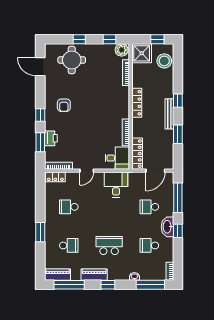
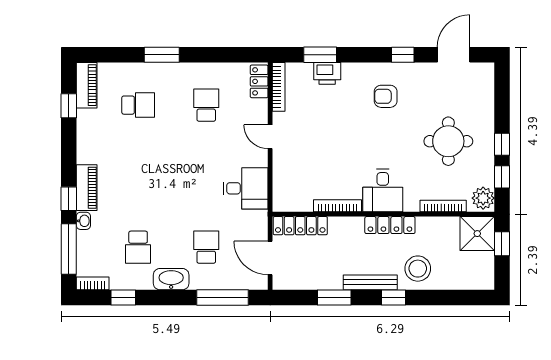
window: (79, 39) -> (502, 144), moved
window: (157, 39) -> (502, 244), moved
round table: (72, 60) -> (448, 141), moved
stool: (164, 61) -> (418, 269), moved
window: (40, 115) -> (403, 55), moved
desk: (117, 158) -> (383, 190), moved
window: (178, 231) -> (123, 298), moved
school desk: (69, 245) -> (138, 105), turned -90
school desk: (109, 245) -> (138, 176), removed
school desk: (149, 245) -> (138, 247), turned 180
piano: (94, 275) -> (87, 188), moved
window: (69, 285) -> (69, 106), width x0.46
window: (108, 285) -> (69, 199), moved

